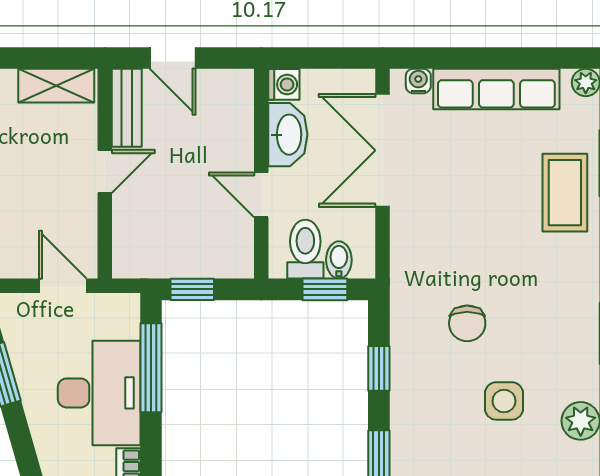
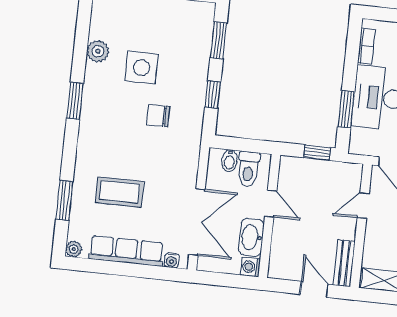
door: (105, 171) -> (363, 206), moved
coffee table: (565, 193) -> (120, 192), moved, turned 90
window: (325, 289) -> (239, 144), removed
chair: (467, 323) -> (158, 115), turned -90
window: (151, 368) -> (346, 109), width x0.69
side table: (504, 401) -> (141, 68), width x1.37, depth x1.37

